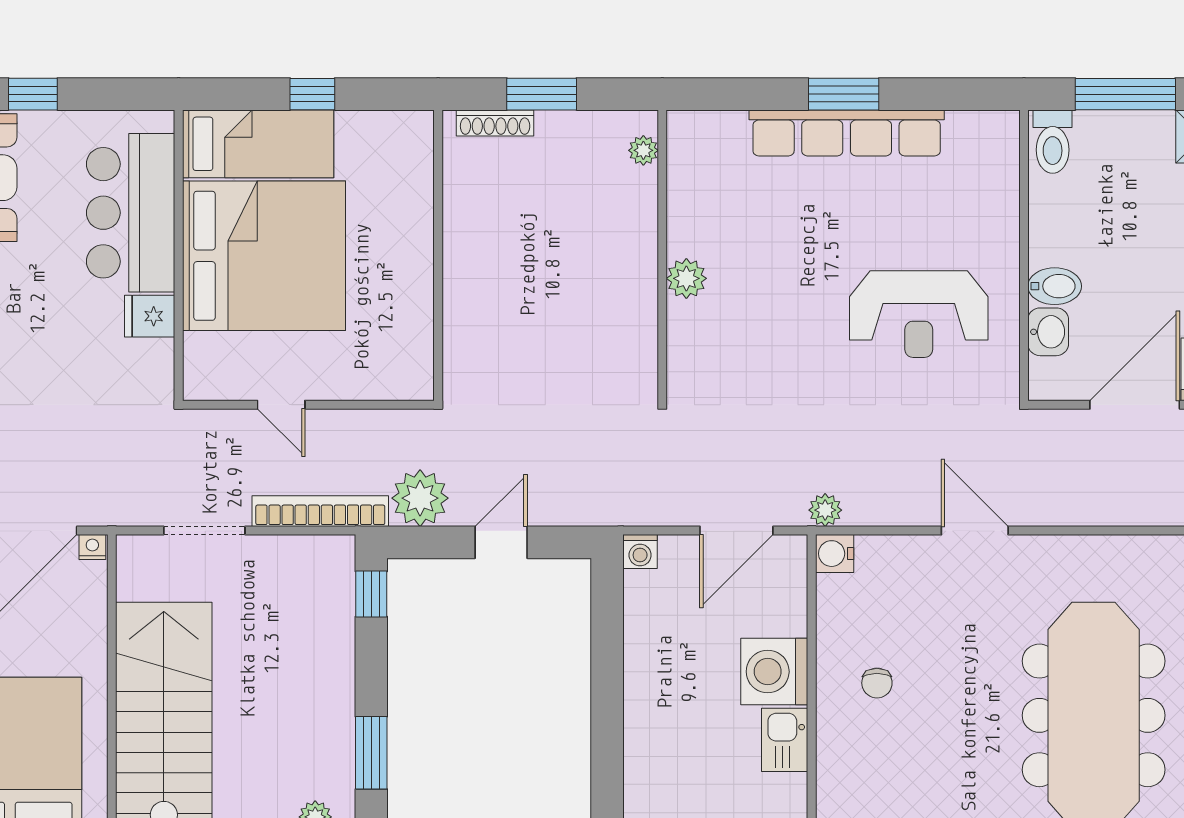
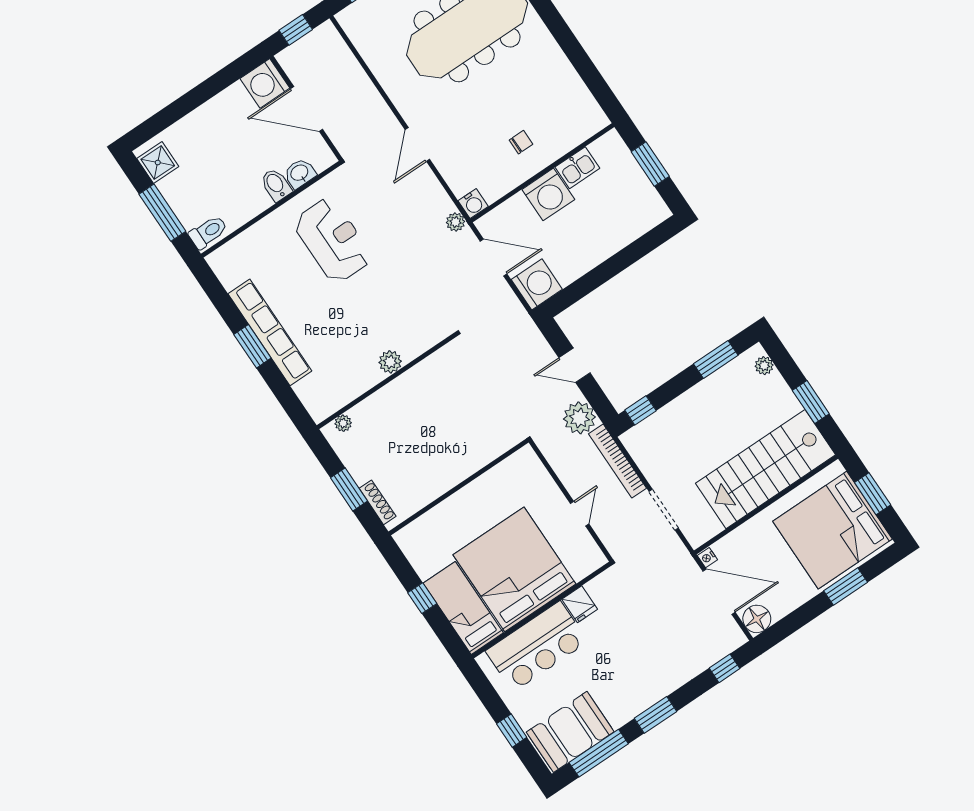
washing machine: (640, 552) -> (537, 284), width x1.89, depth x1.89

